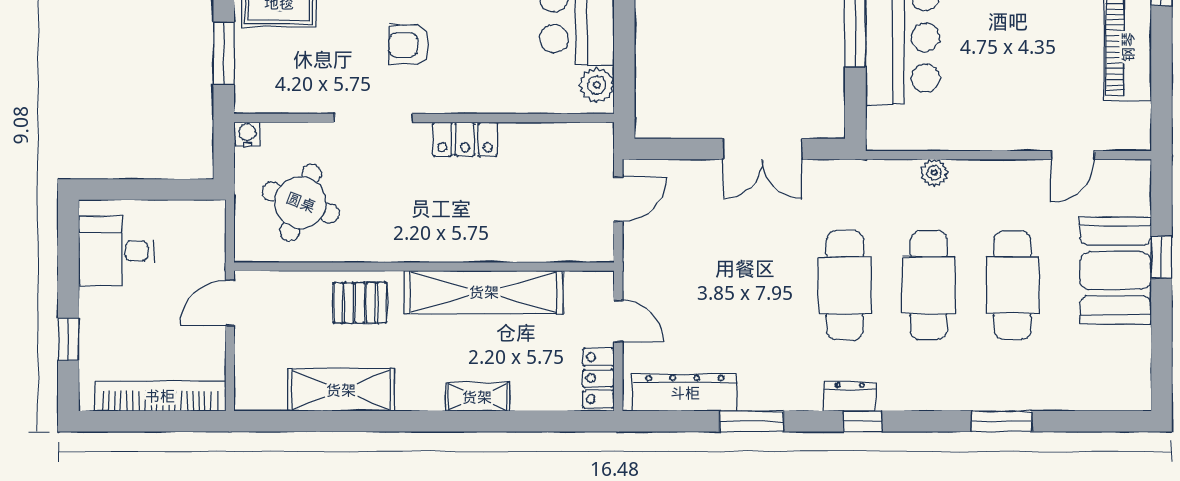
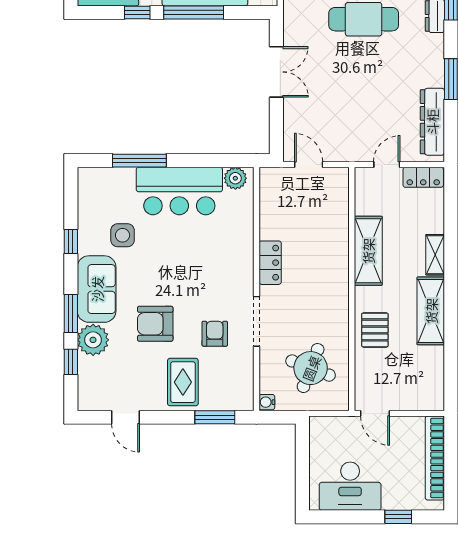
armchair: (409, 45) -> (215, 334), moved, turned 180
desk: (116, 251) -> (350, 486), width x1.37
shelving: (484, 292) -> (368, 251), width x0.68
shelving: (341, 390) -> (431, 311), moved

